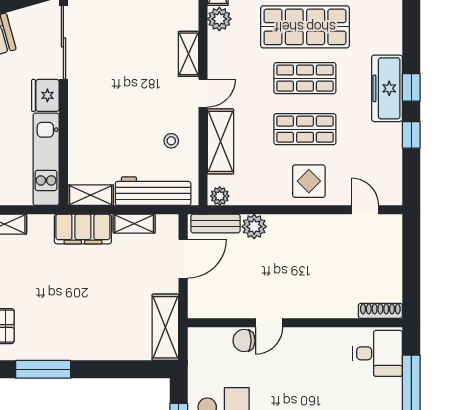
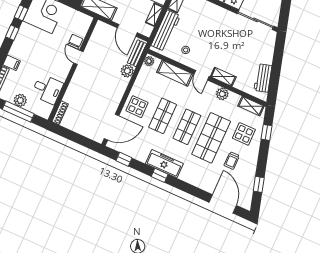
plant: (219, 19) -> (222, 94), moved
window: (411, 135) -> (124, 159), moved
door: (365, 210) -> (111, 127), width x1.88
desk: (378, 353) -> (47, 89), moved, turned -90
plant: (390, 391) -> (20, 100), added

